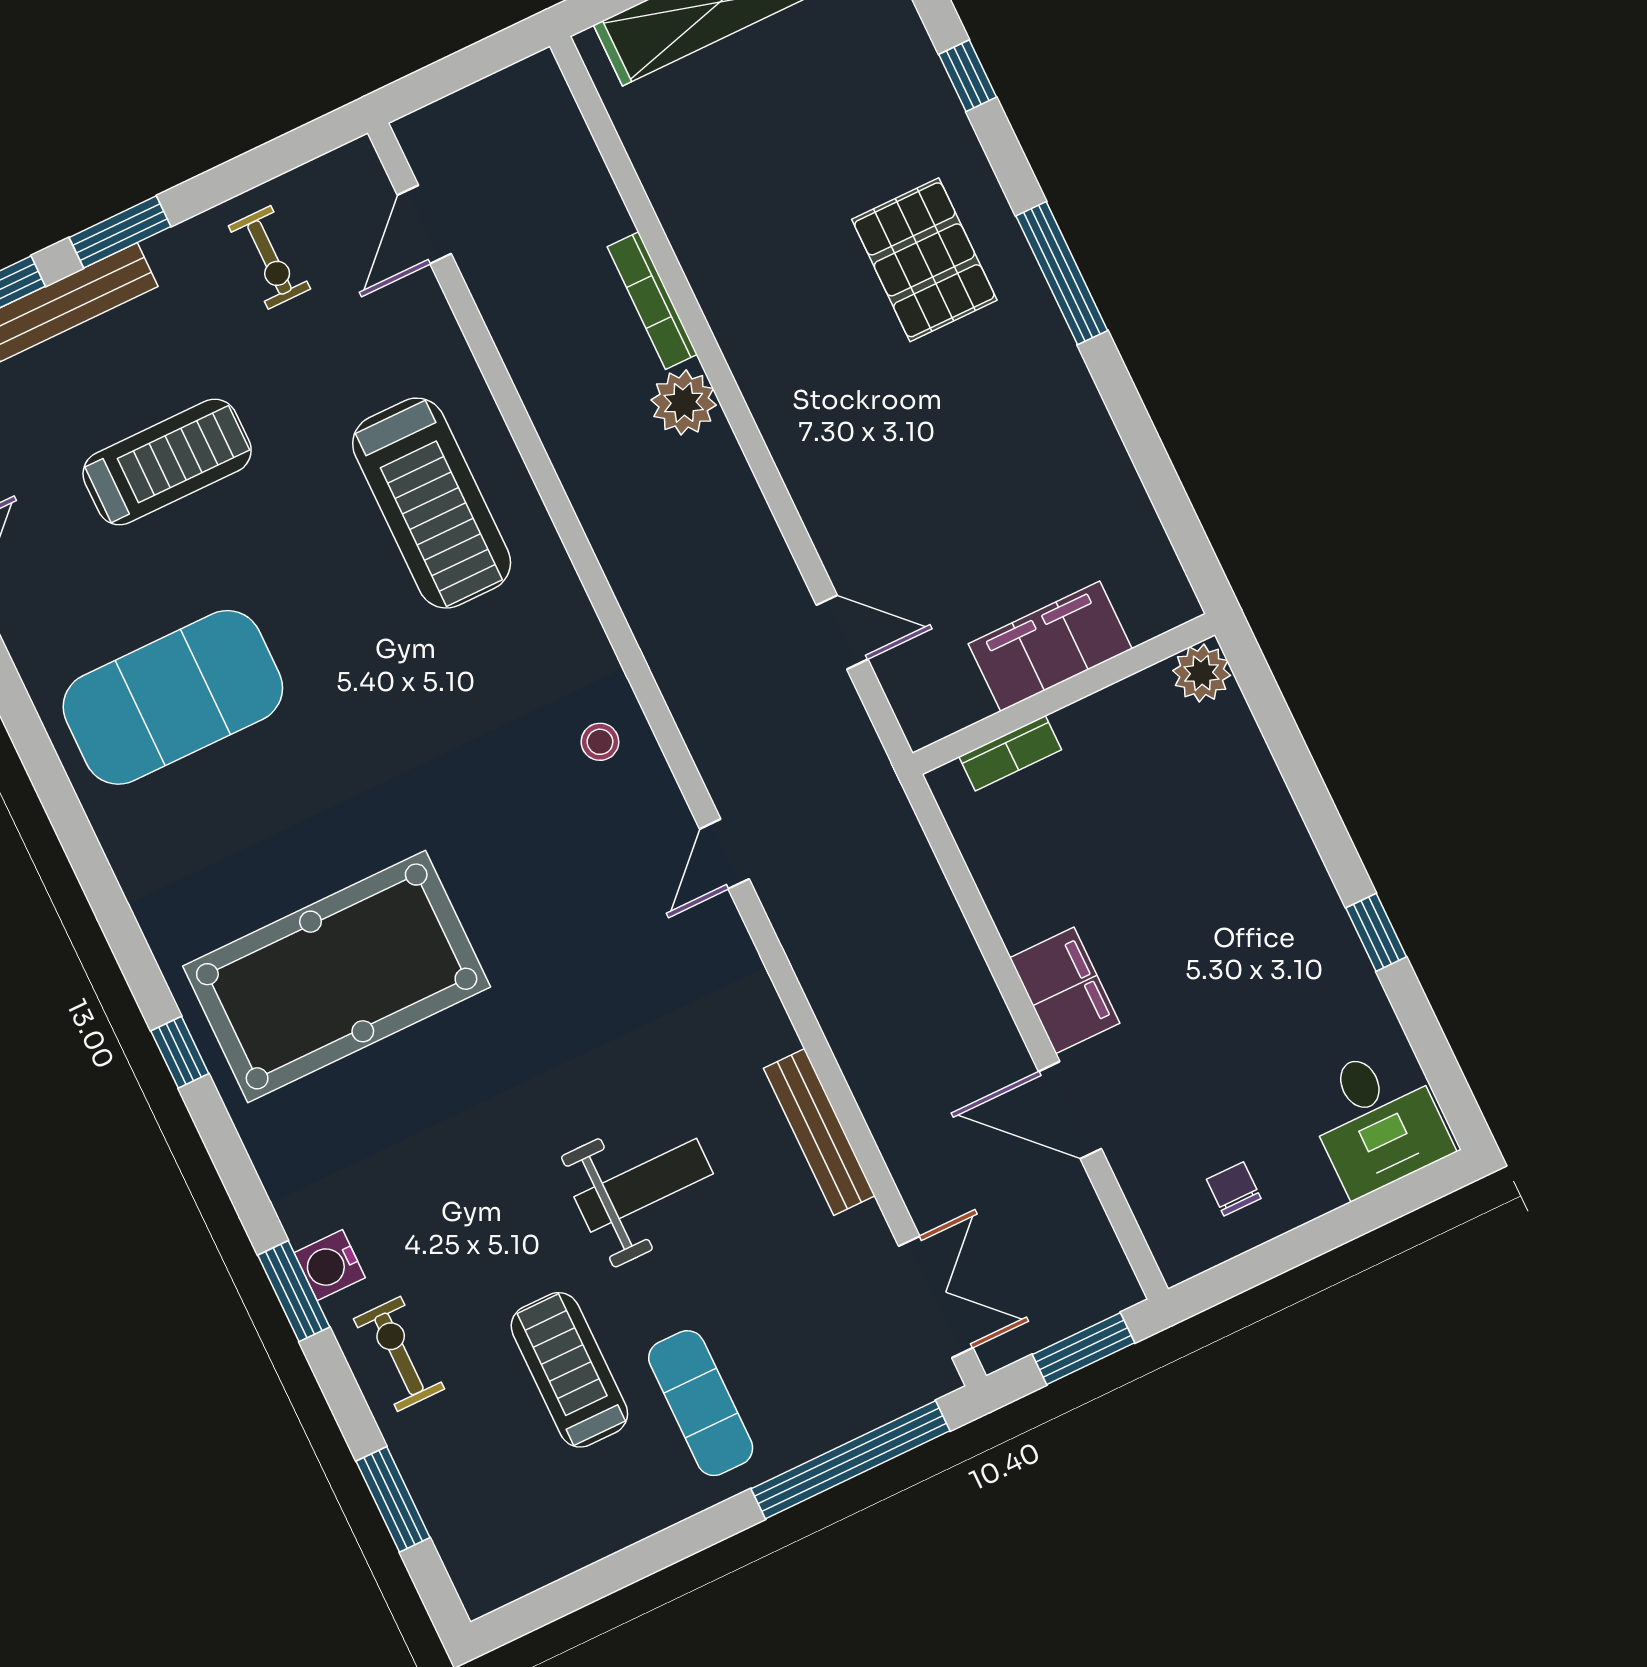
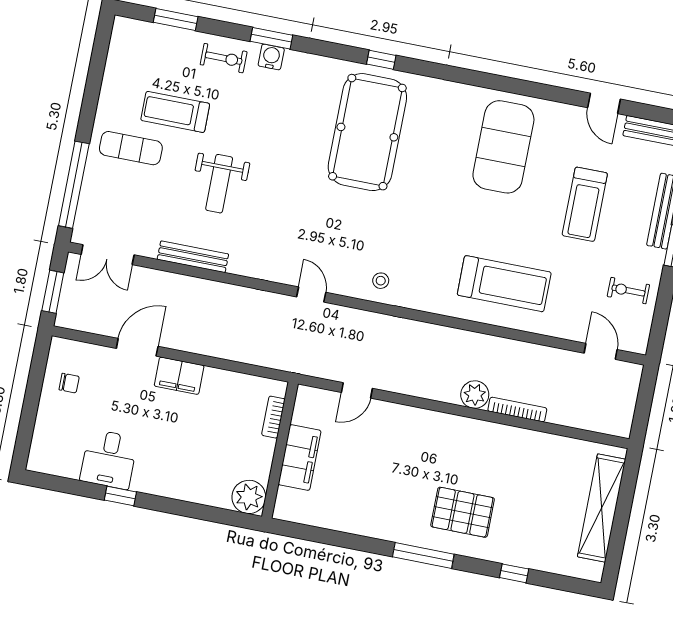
treadmill: (432, 503) -> (504, 284), turned 180
plant: (1202, 673) -> (249, 497), width x1.36, depth x1.36
desk: (1377, 1120) -> (109, 459), moved, turned -90
treadmill: (569, 1370) -> (175, 112), turned 180

